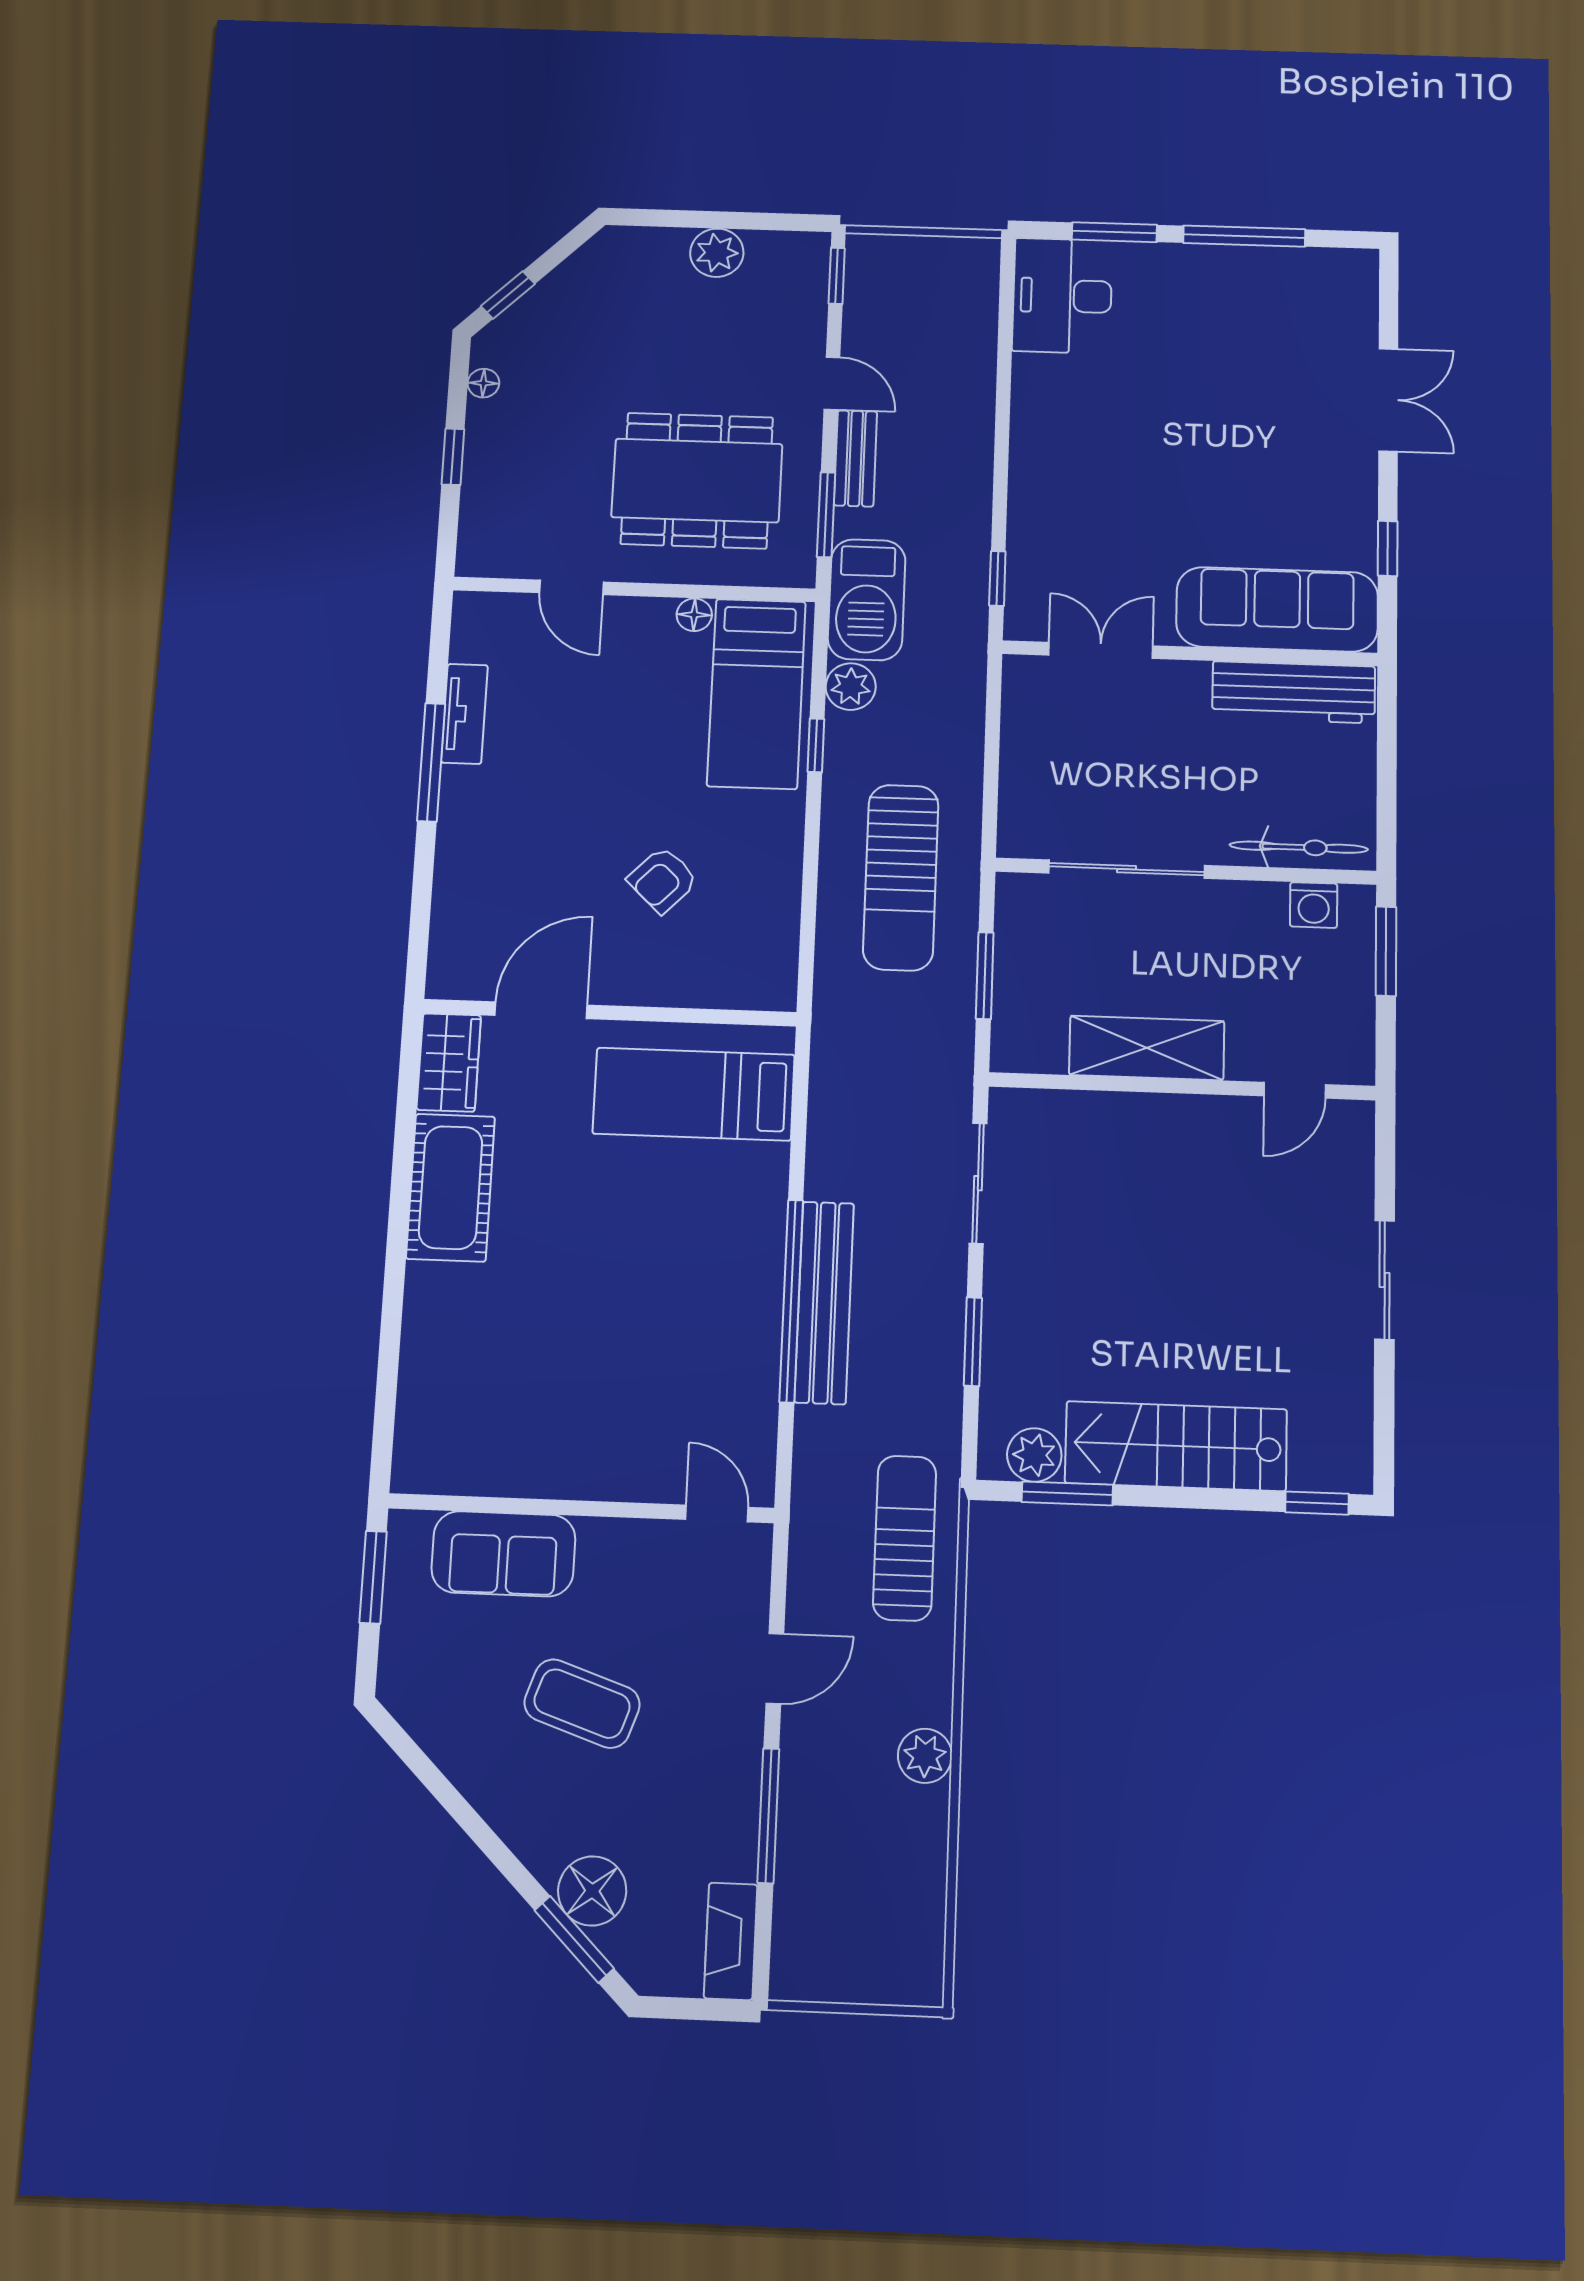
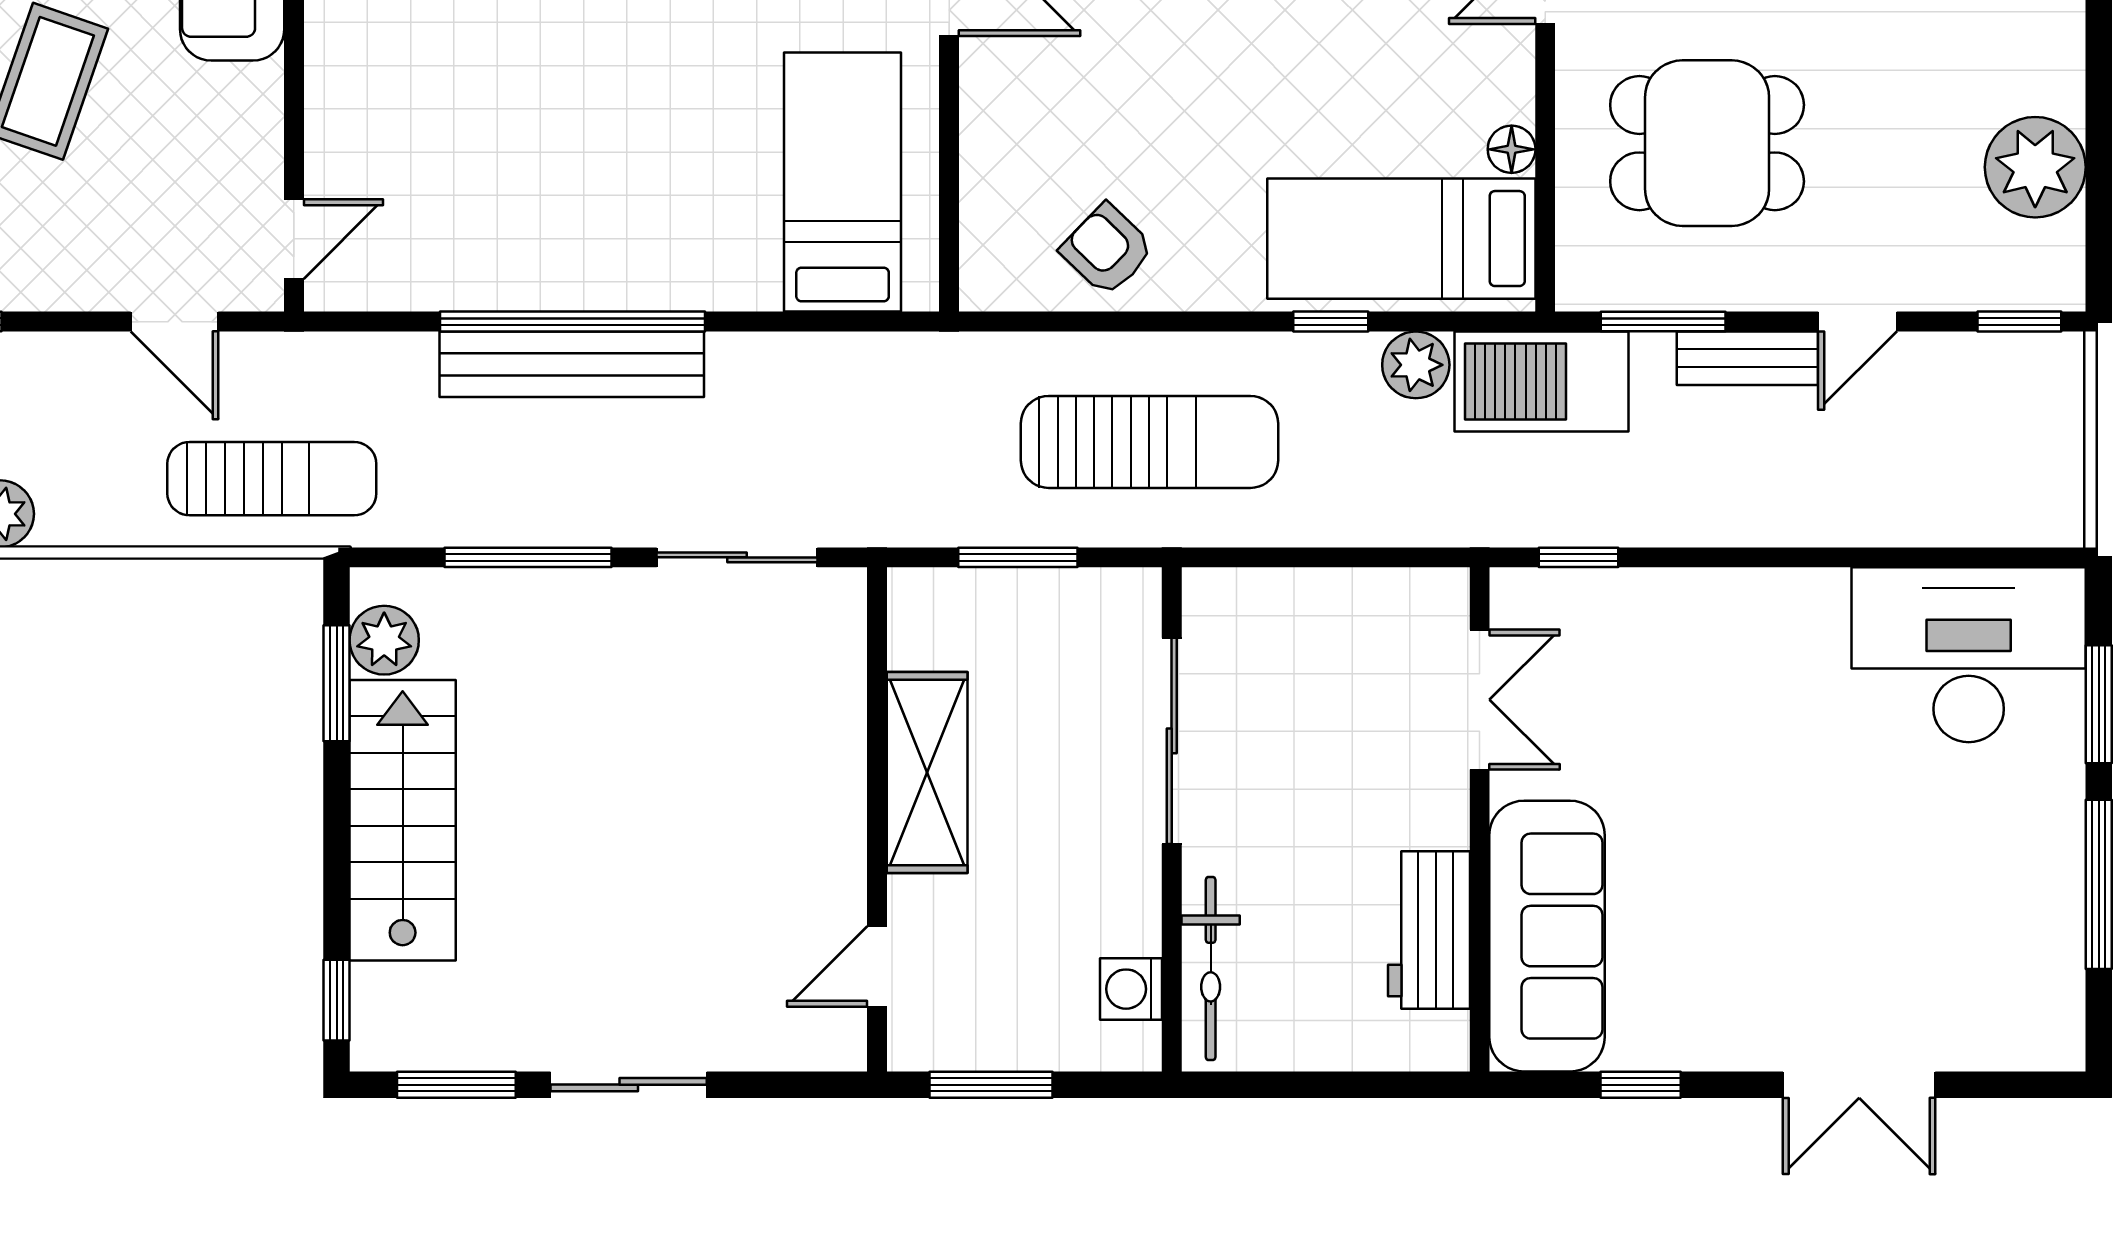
plant: (717, 253) -> (2035, 167), width x1.36, depth x1.36
desk: (1062, 296) -> (1969, 655), width x1.36, depth x1.30
dining table: (697, 481) -> (1707, 143), width x0.73
workbench: (1294, 692) -> (1429, 930), width x0.73
sun lounger: (901, 877) -> (1150, 442), turned 180
armchair: (663, 880) -> (1107, 250), moved
window: (1386, 951) -> (991, 1085), moved
door: (1295, 1090) -> (877, 967), hinge flipped
window: (973, 1342) -> (528, 557), width x1.44
window: (1384, 1412) -> (456, 1085), added
door: (775, 1669) -> (175, 322), moved

